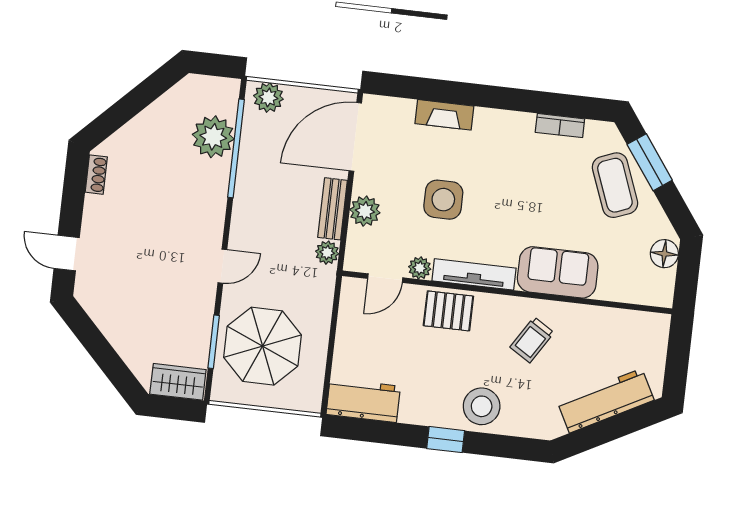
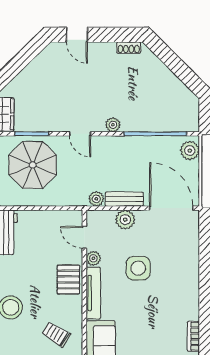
fireplace: (444, 115) -> (192, 263), removed
plant: (213, 137) -> (113, 125), moved, width x0.53, depth x0.53
door: (67, 253) -> (77, 35), swing flipped

